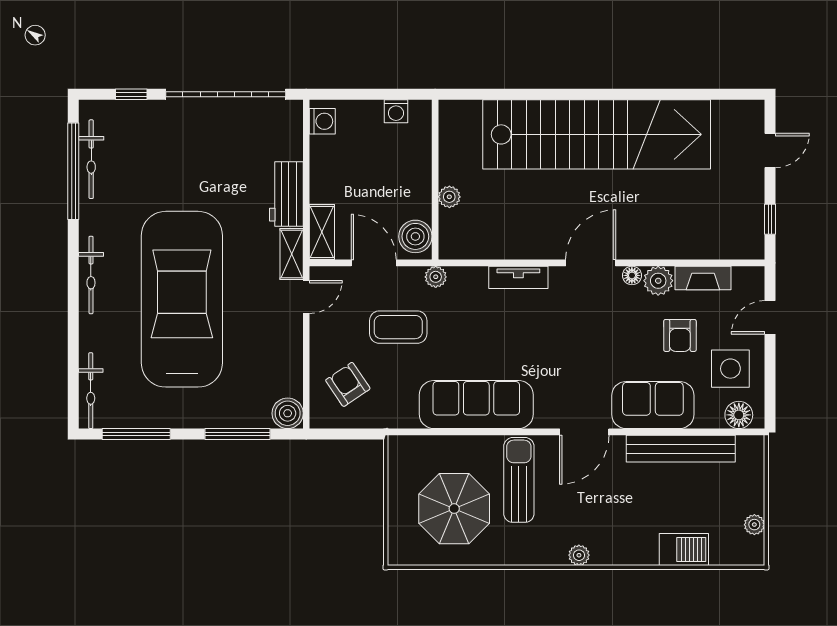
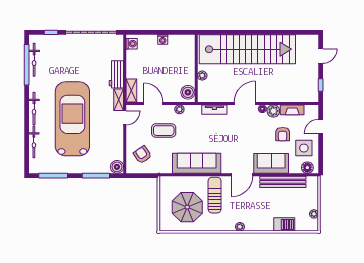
wall: (435, 180) -> (196, 68), moved
plant: (449, 197) -> (202, 76), moved
boiler: (415, 236) -> (188, 92), moved
bicycle: (91, 391) -> (34, 142), moved

